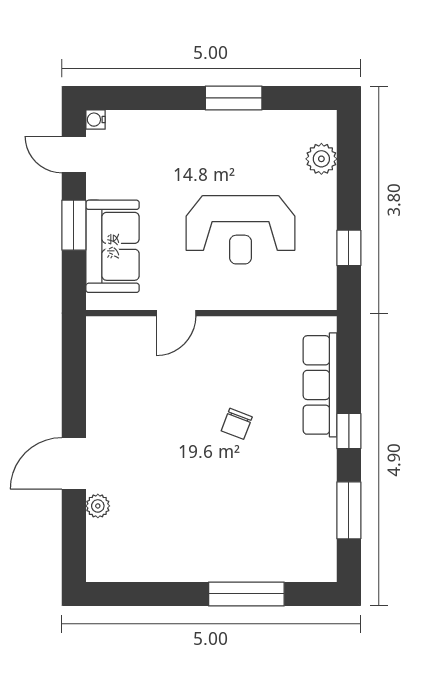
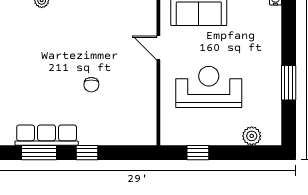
reception desk: (240, 230) -> (209, 87), turned 90
row of seats: (320, 385) -> (47, 135), moved
chair: (237, 424) -> (91, 85), turned -111

